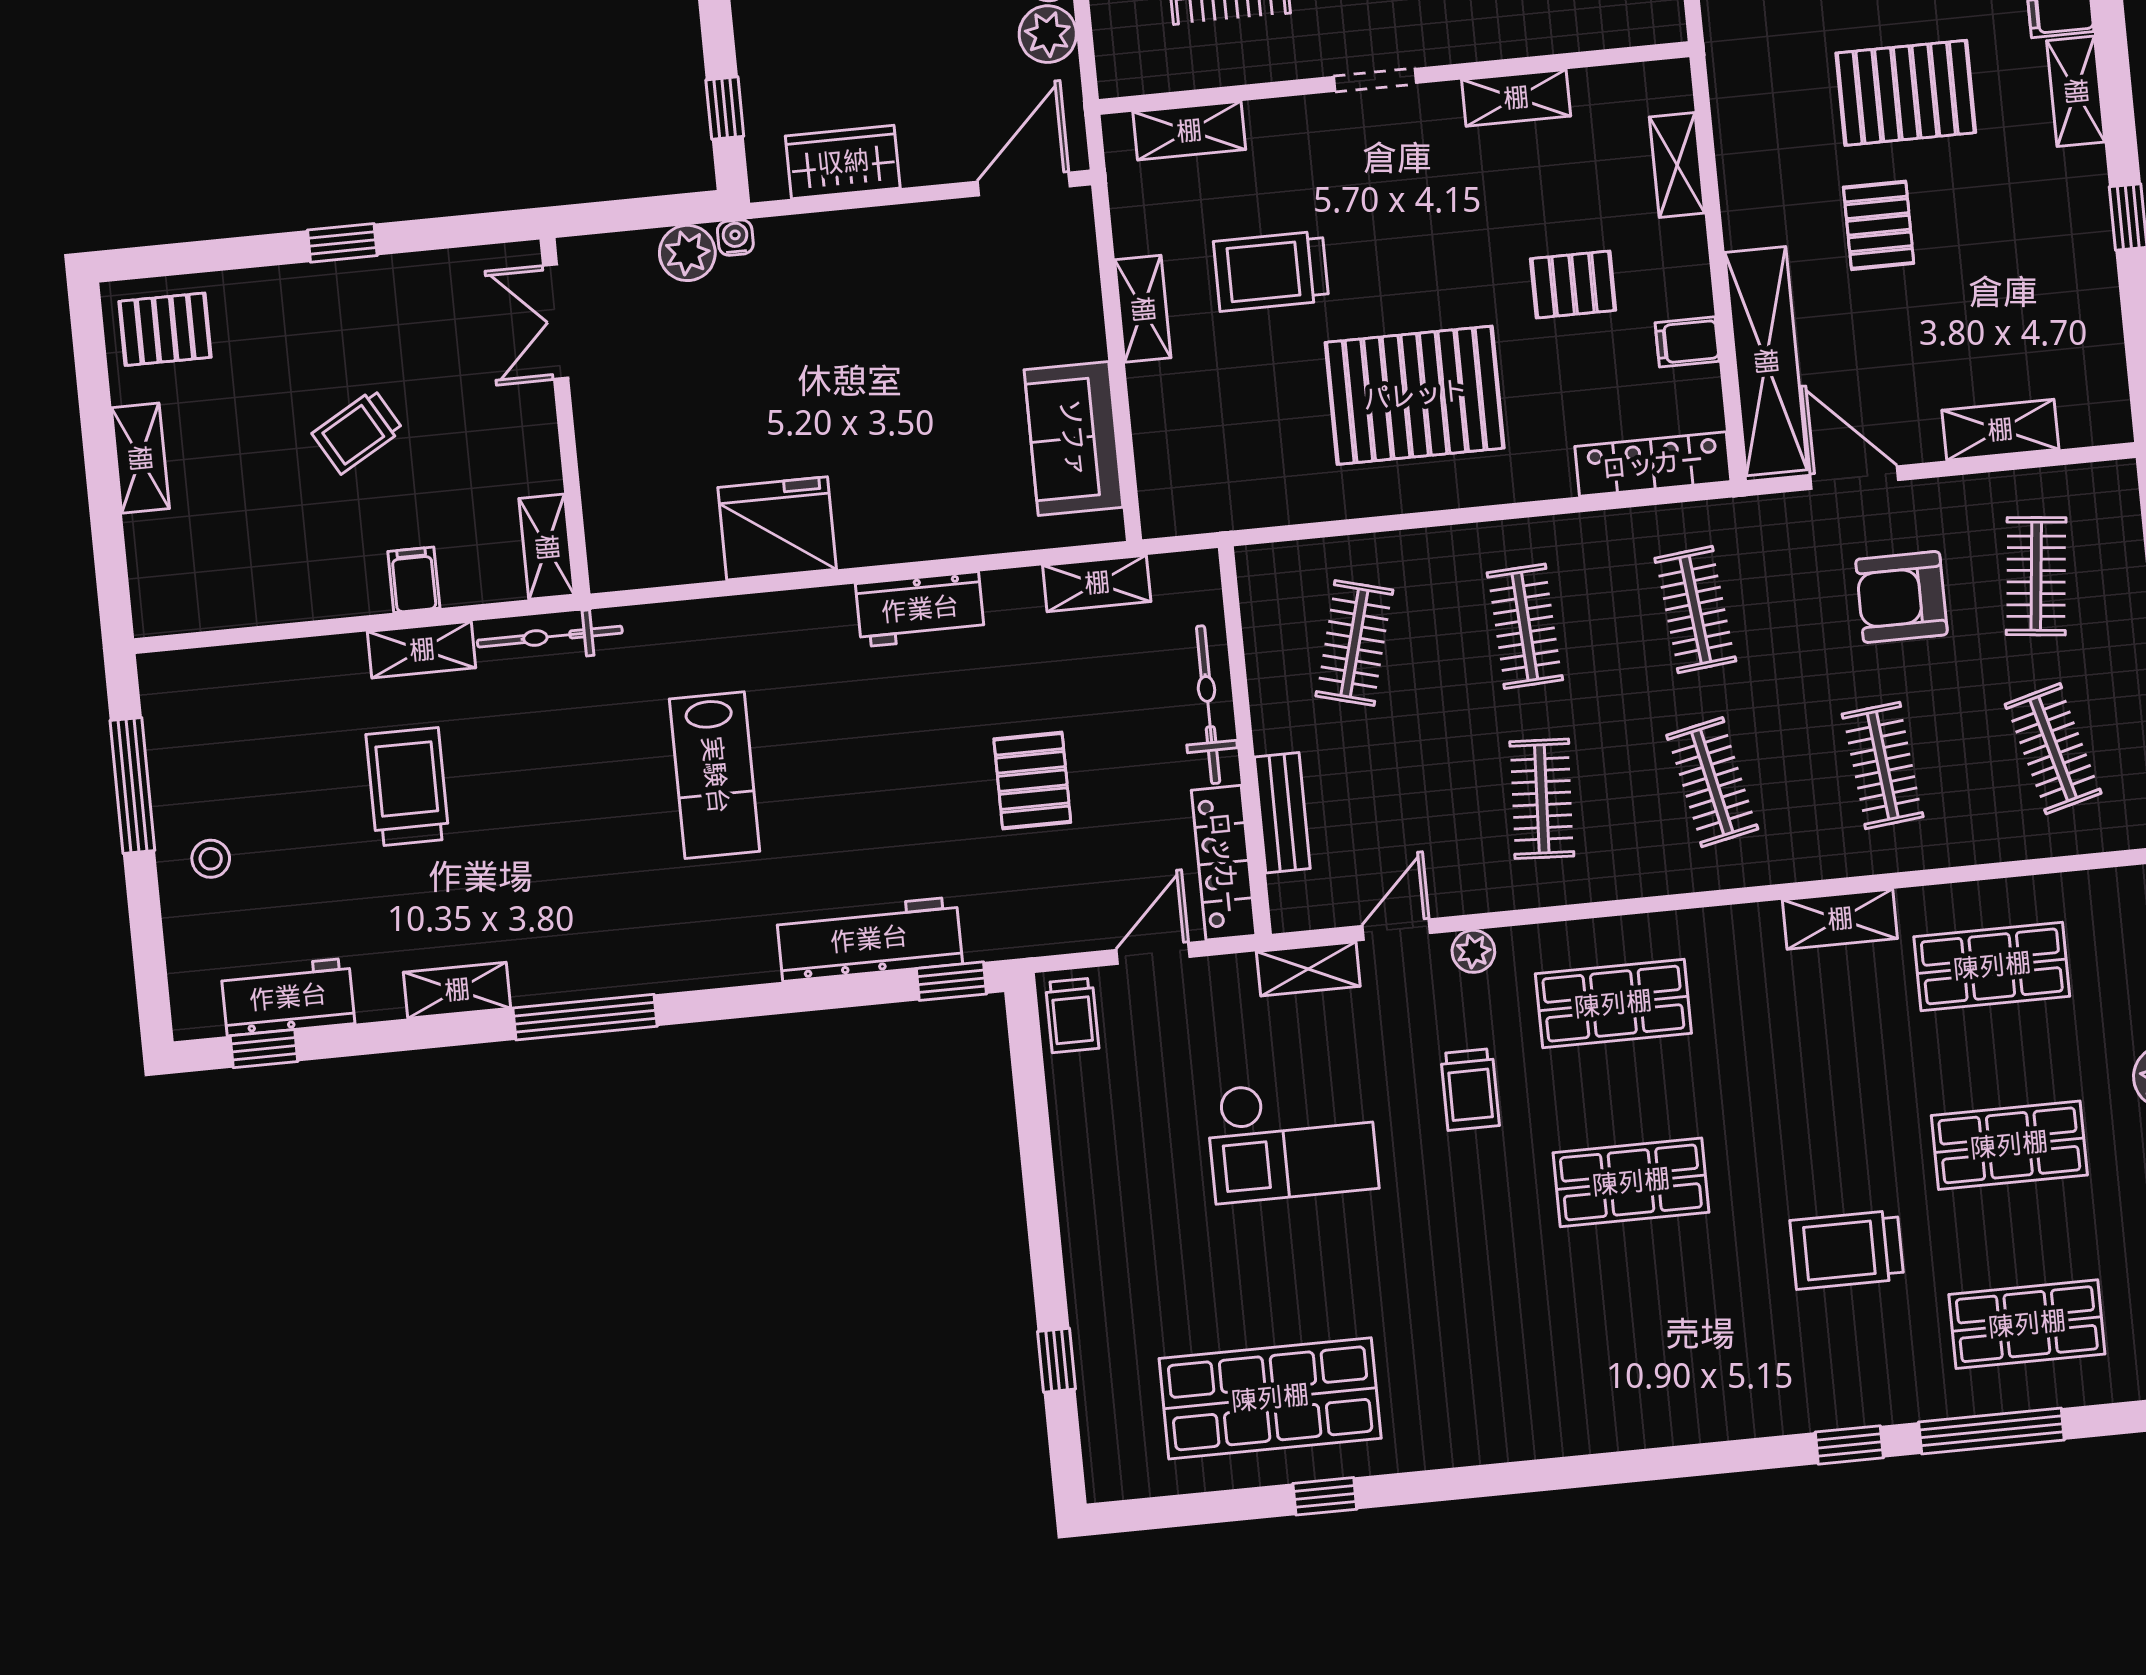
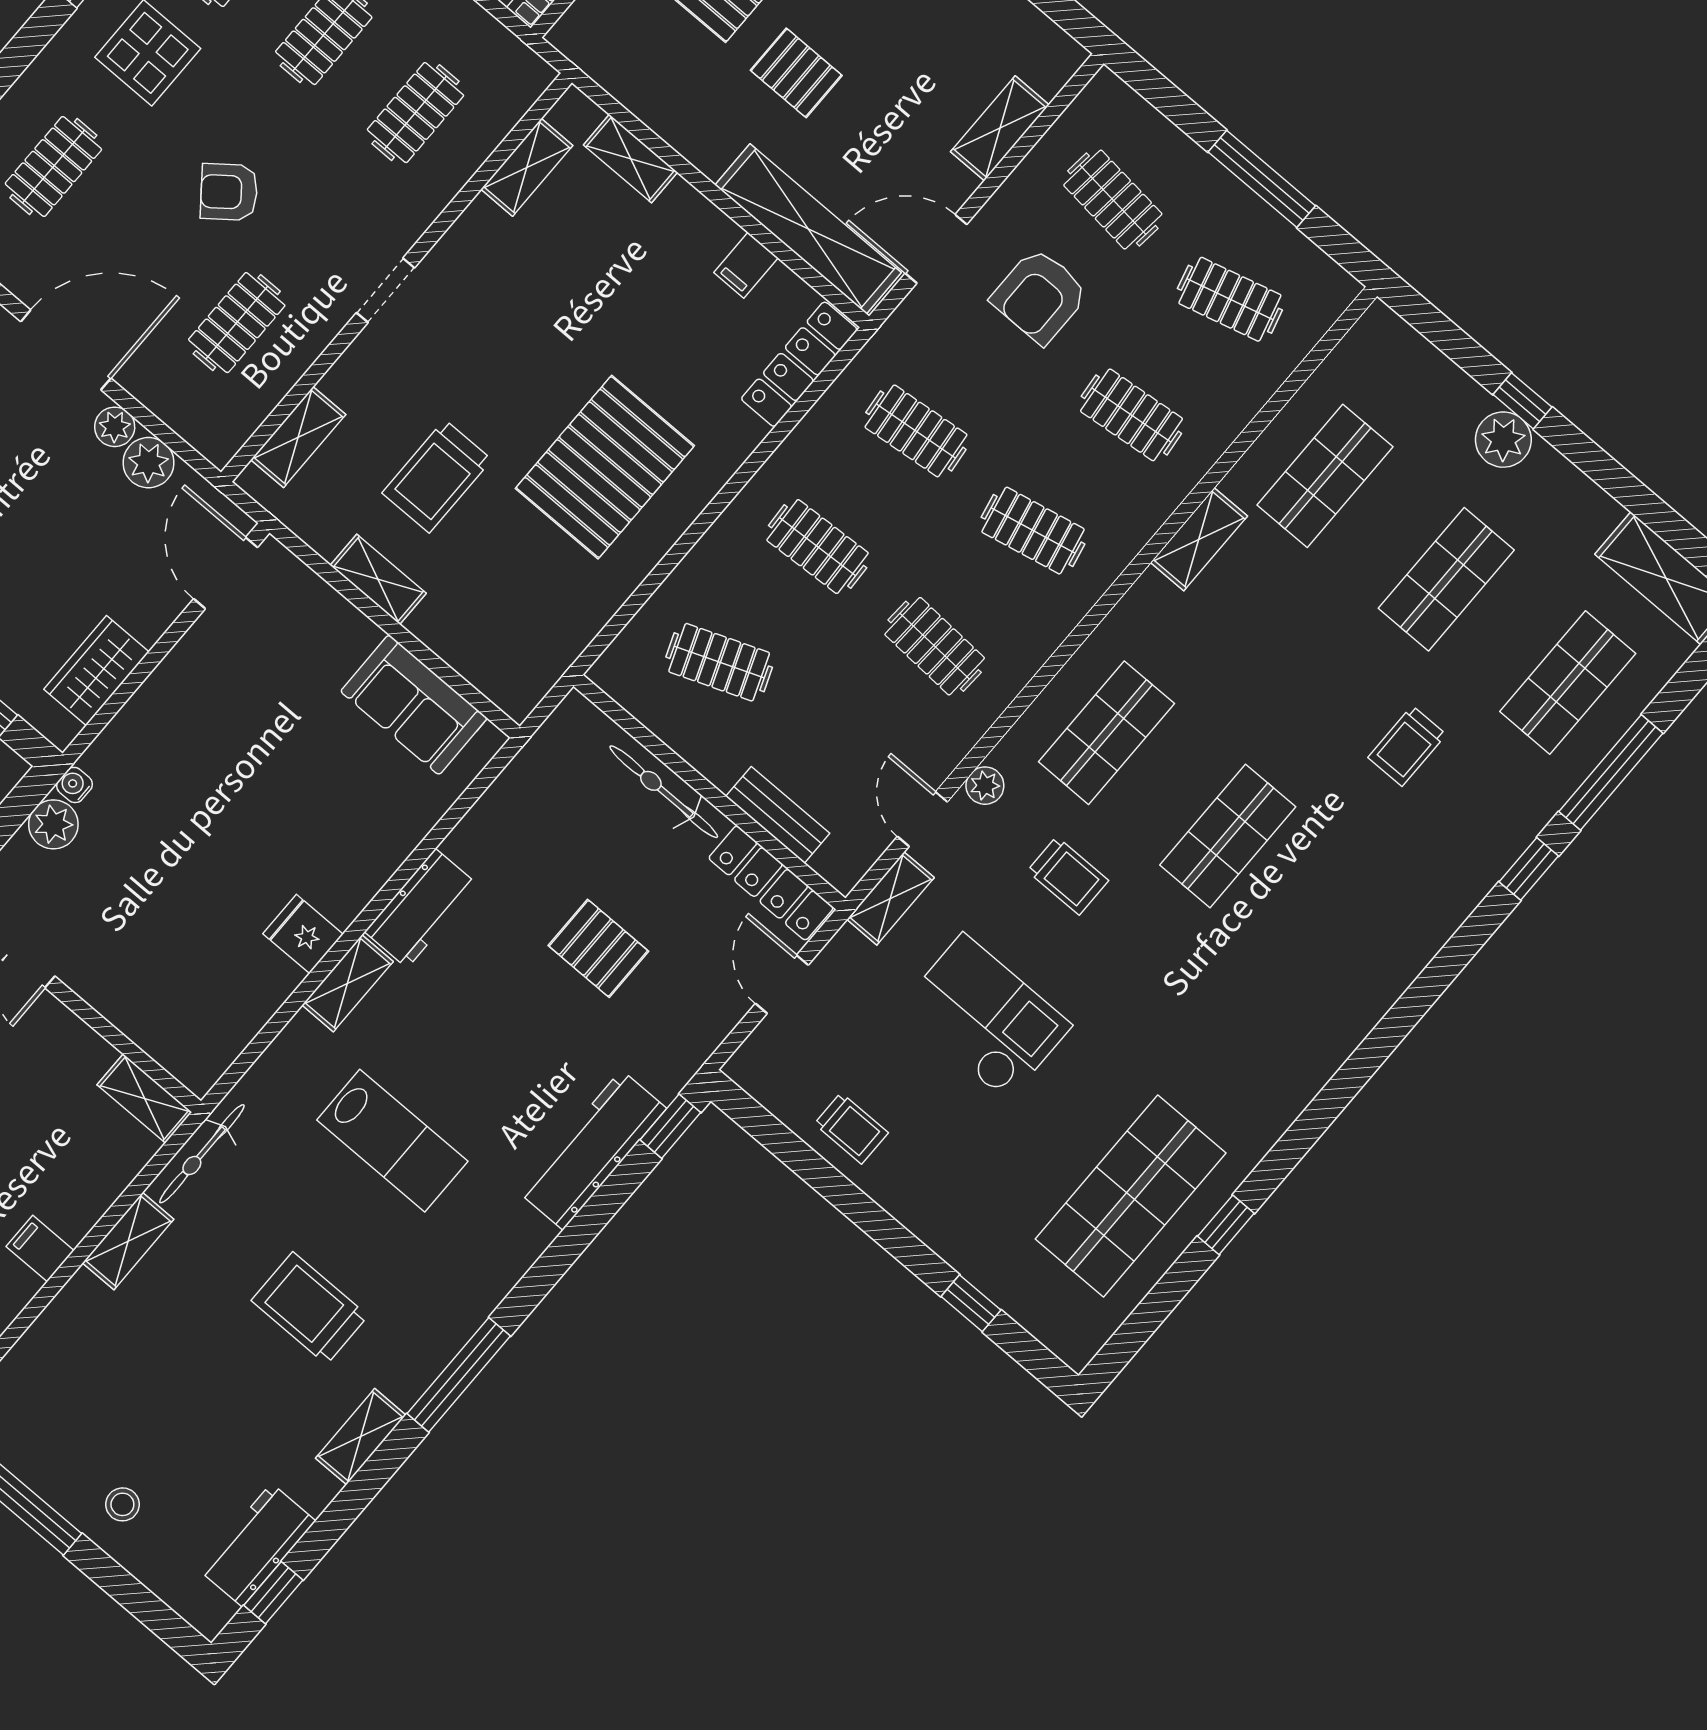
shelving: (1516, 98) -> (527, 167), moved
pallet: (1573, 284) -> (638, 299), removed
fridge: (777, 528) -> (303, 934), width x0.53, depth x0.75
filing cabinet: (414, 580) -> (40, 1248), moved
shelving: (1097, 583) -> (348, 983), moved
clothes rail: (1354, 643) -> (719, 662), turned -36
trolley: (408, 787) -> (310, 1308), moved
trolley: (1072, 1015) -> (851, 1128), moved
checkout: (1292, 1139) -> (985, 1017), turned -90
trolley: (1847, 1250) -> (1407, 746), width x0.73, depth x0.72

